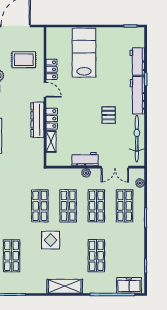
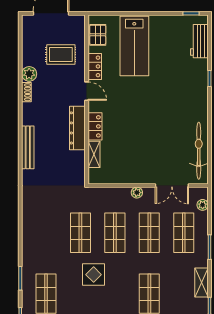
lab bench: (84, 53) -> (134, 46), turned 180
workbench: (137, 62) -> (199, 41), moved
workbench: (137, 95) -> (199, 98), removed
pallet: (109, 115) -> (98, 35), moved
workbench: (85, 159) -> (136, 176), removed
shelving: (139, 247) -> (201, 282), added

